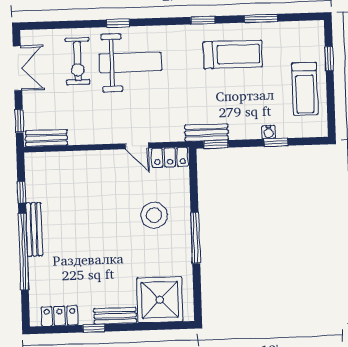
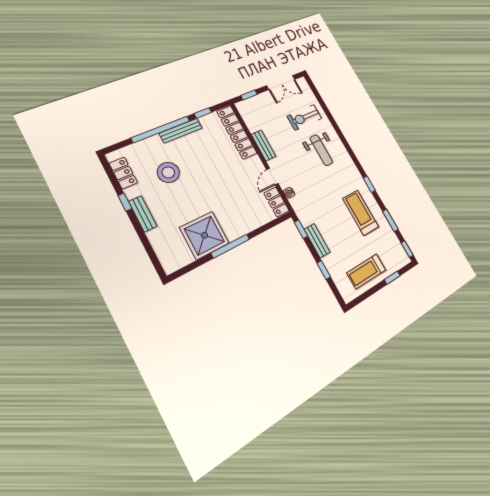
window: (118, 23) -> (407, 249), moved
treadmill: (233, 54) -> (361, 213), turned 180
weight bench: (130, 62) -> (321, 150), width x0.73, depth x0.75
bench: (207, 132) -> (317, 241), moved
water cooler: (269, 132) -> (289, 193), moved
bench: (46, 138) -> (264, 145), moved
locker: (63, 162) -> (237, 132), added
stool: (154, 215) -> (168, 172), moved
shower: (160, 300) -> (204, 235), moved

